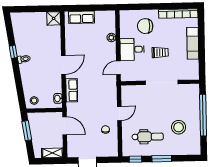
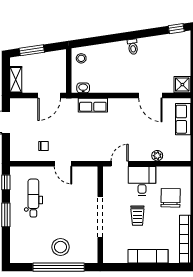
window: (13, 52) -> (176, 29), moved
door: (63, 65) -> (150, 95), moved
door: (118, 68) -> (120, 164), hinge flipped
stool: (179, 127) -> (61, 247), moved
window: (27, 131) -> (32, 50), moved
dental chair: (148, 137) -> (33, 198), turned 180

